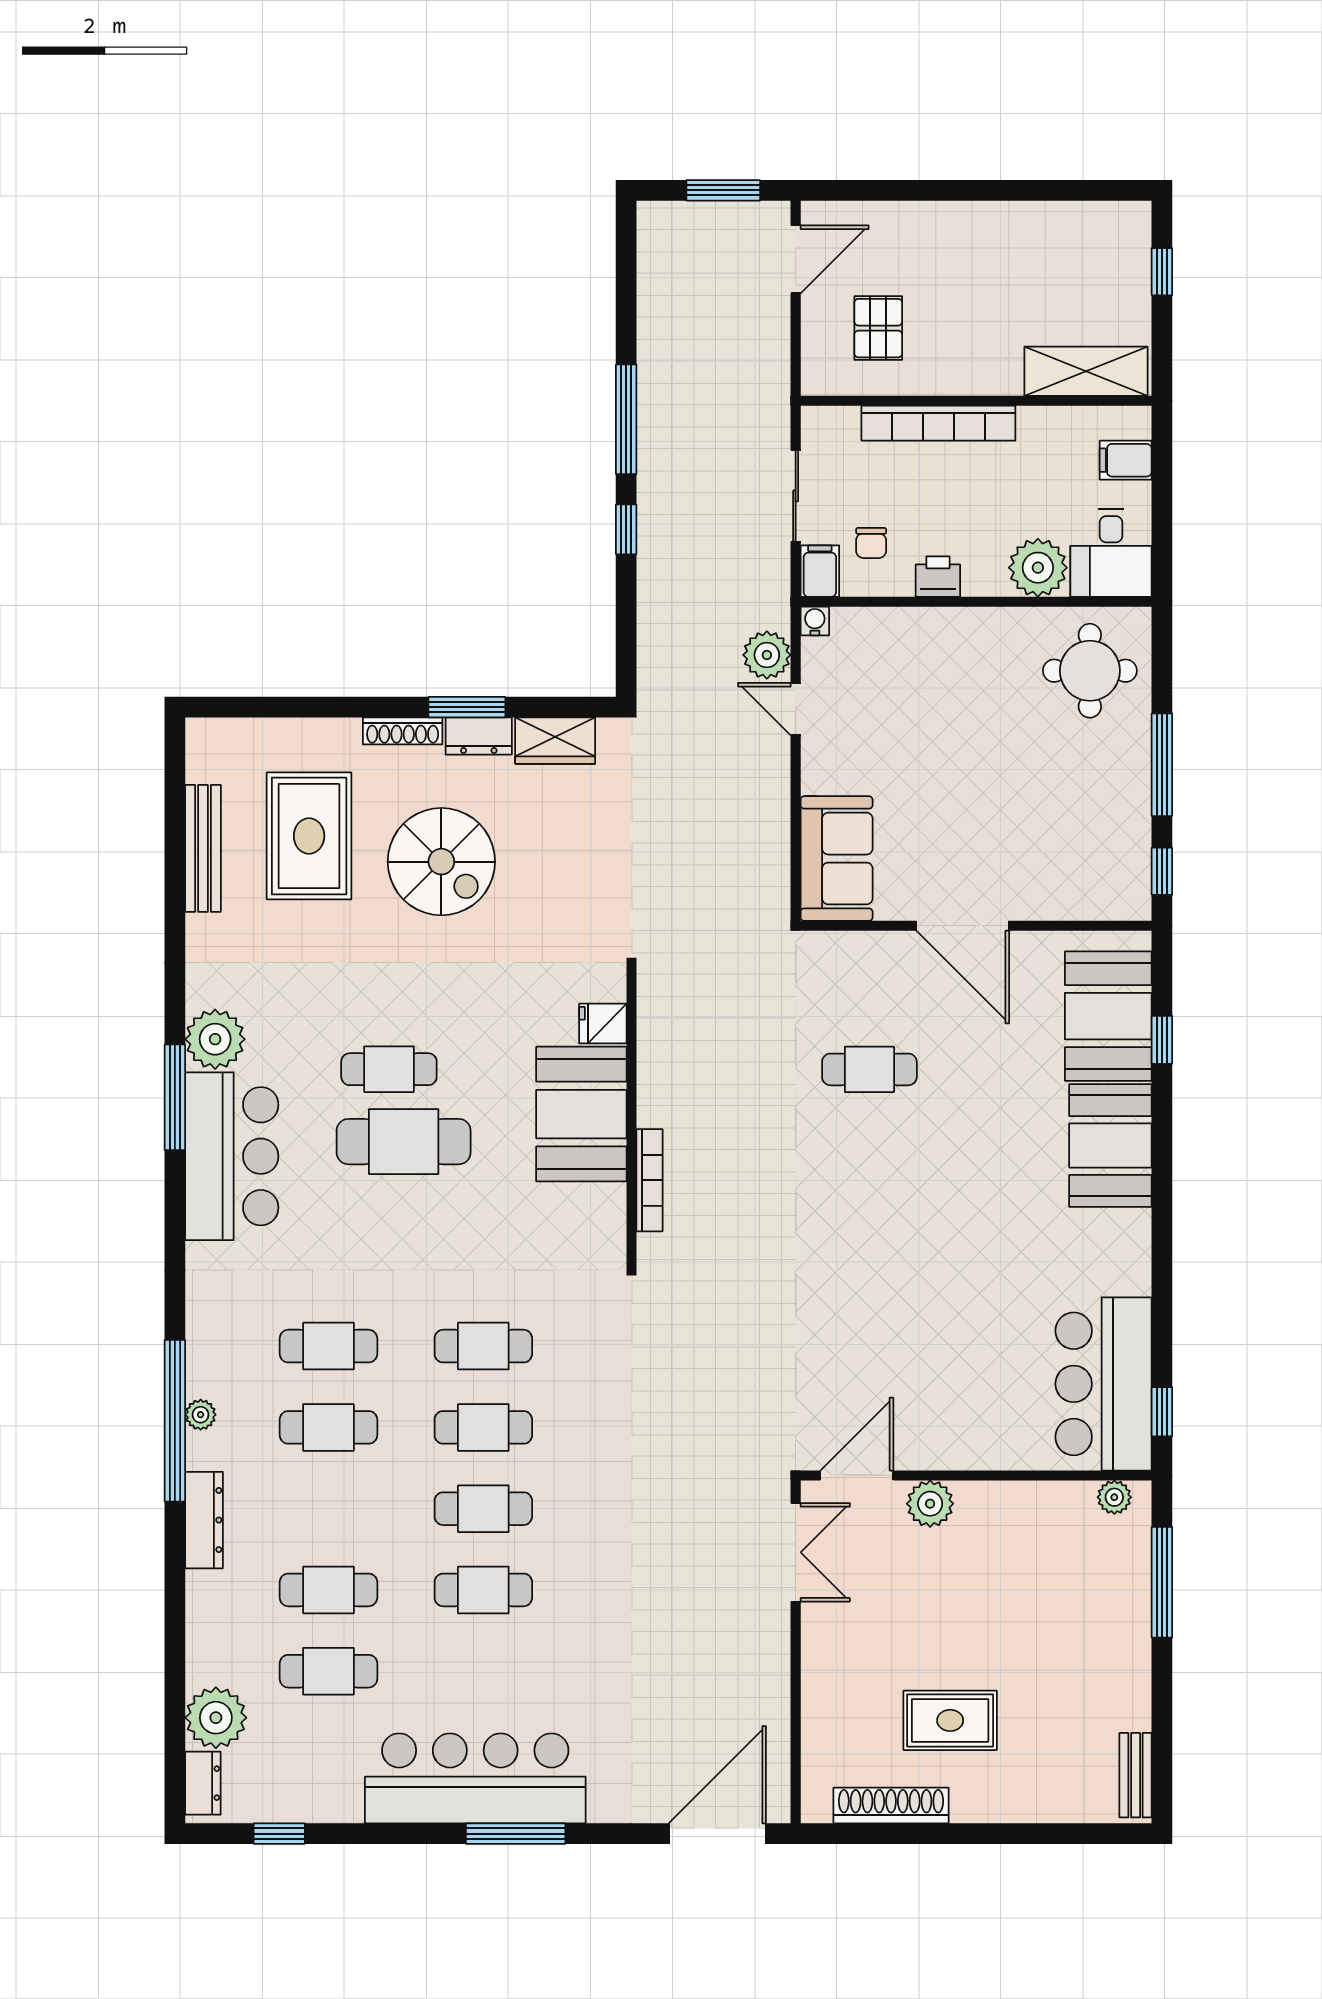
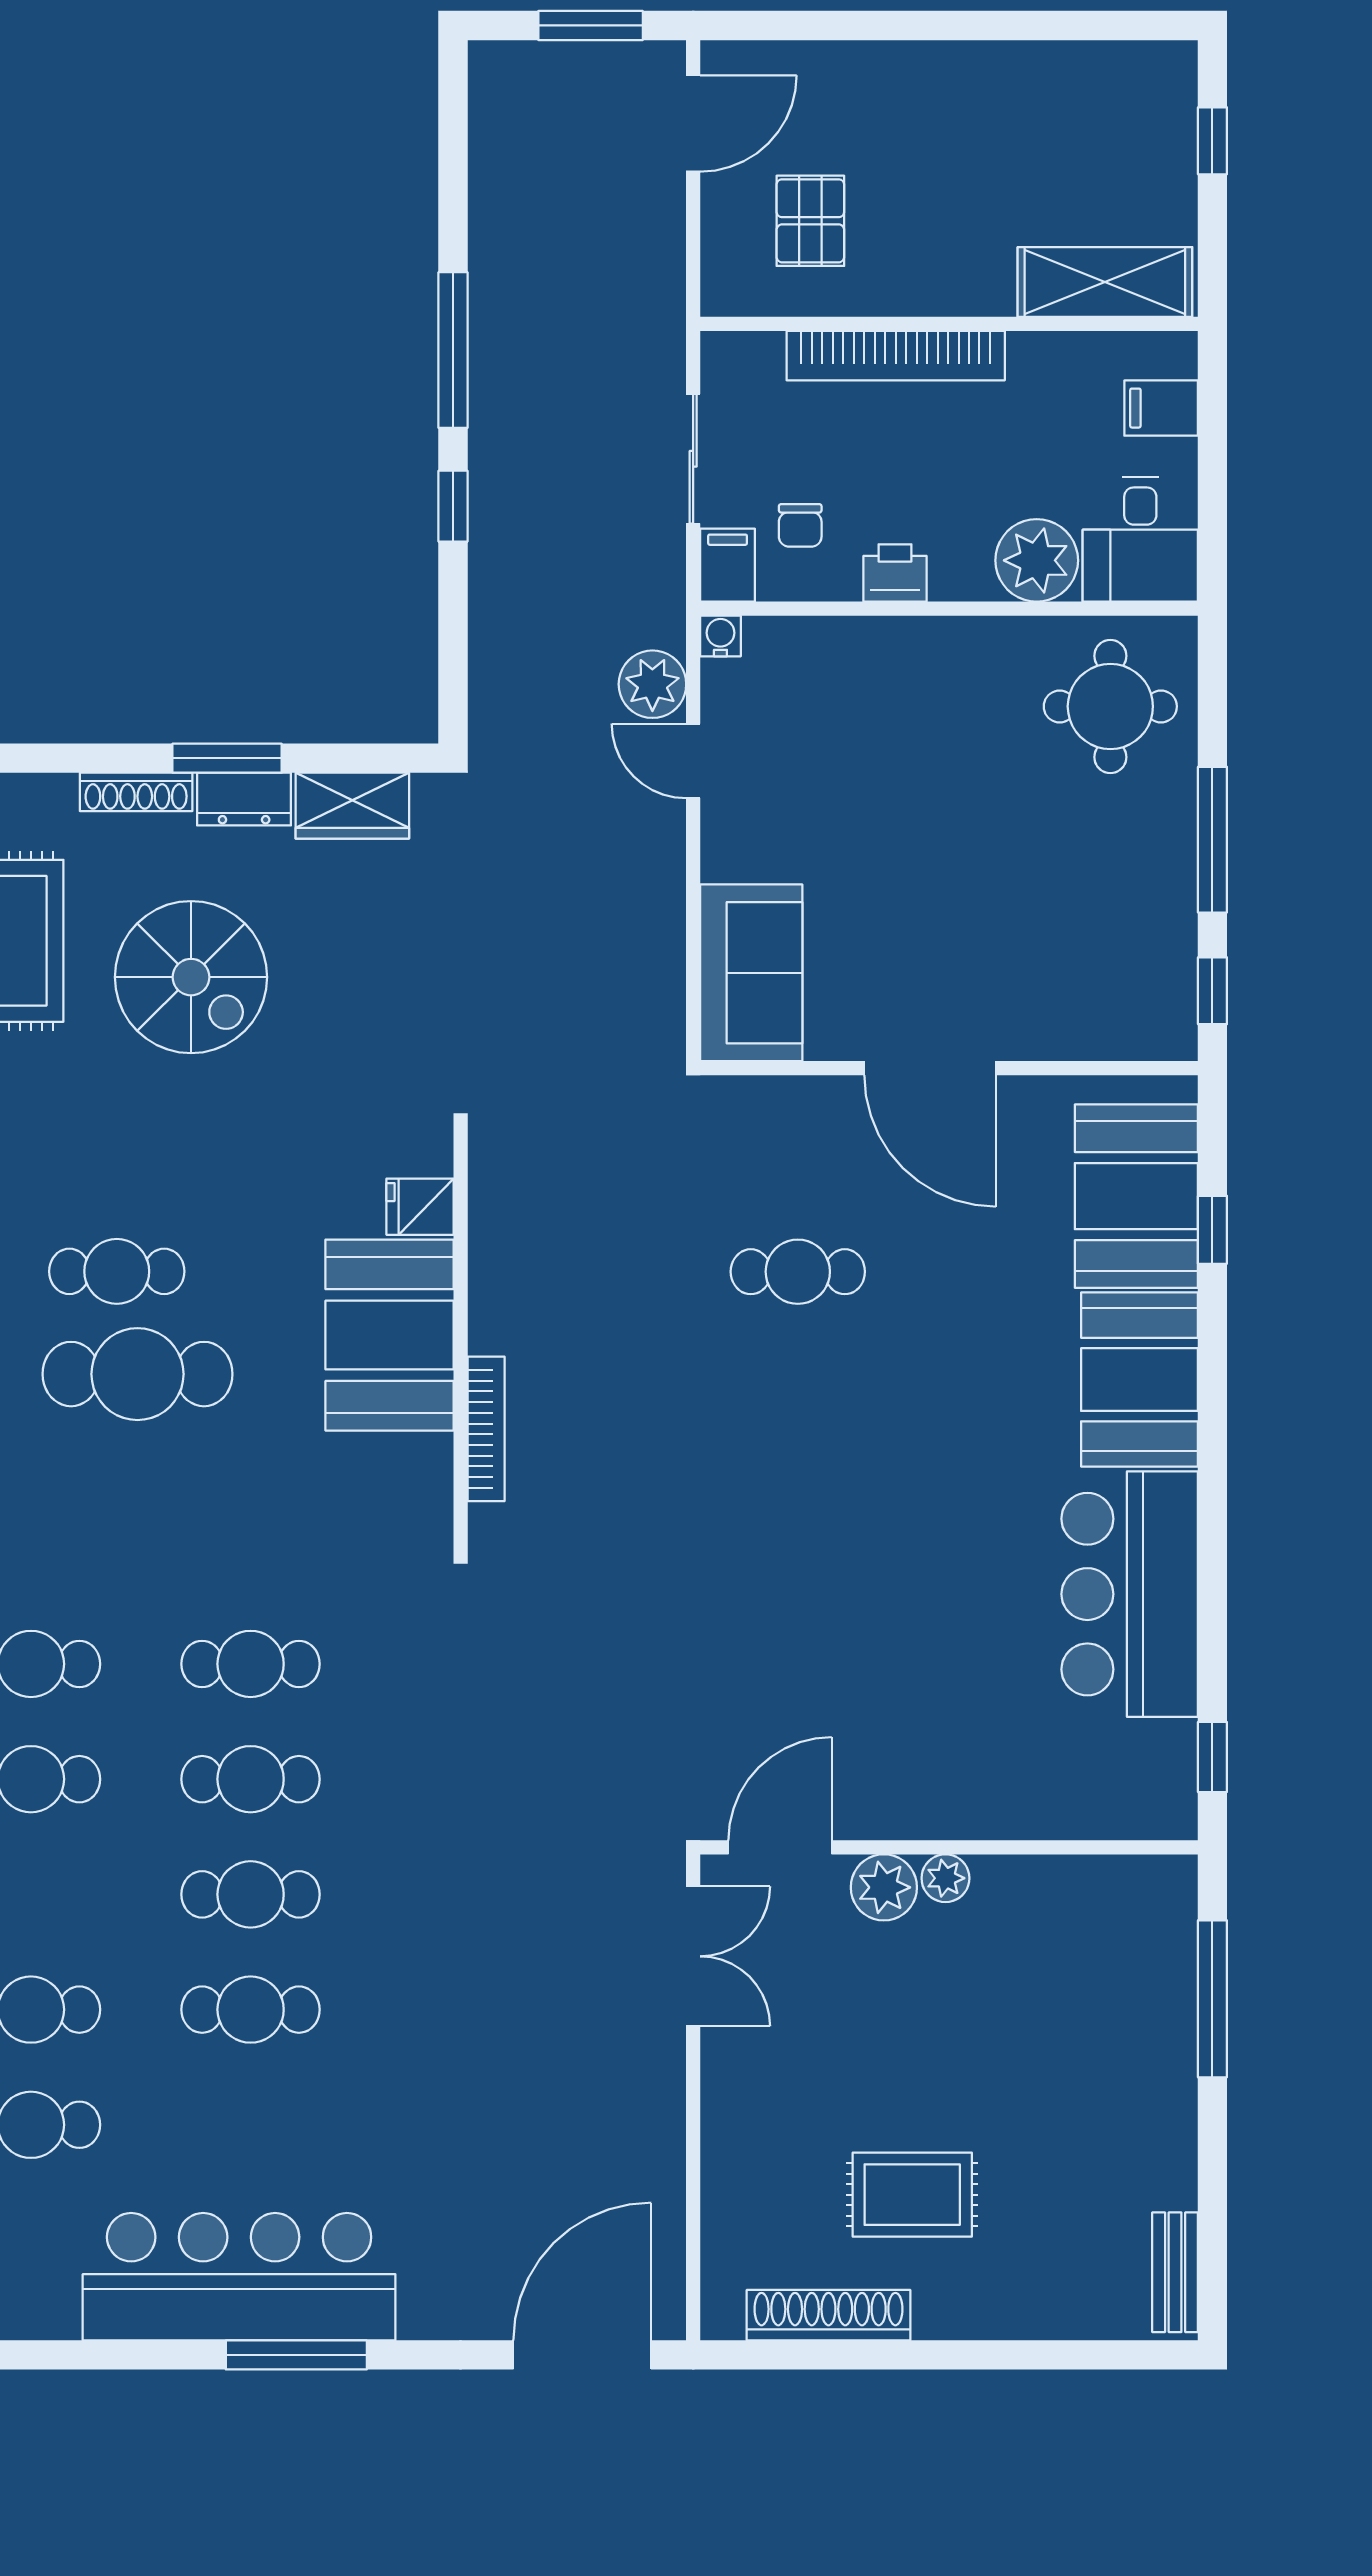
bar counter: (1104, 1384) -> (1130, 1594), moved
plant: (1114, 1497) -> (945, 1878), moved

